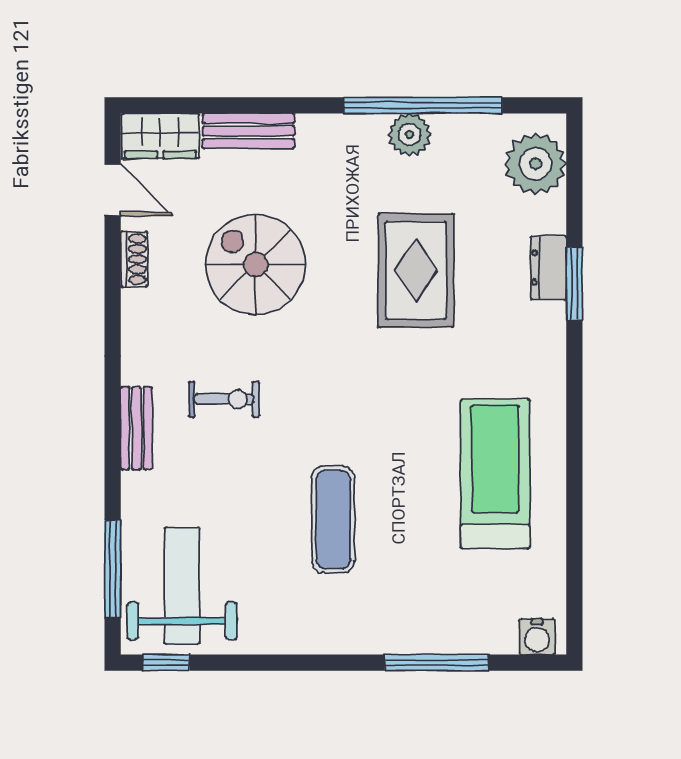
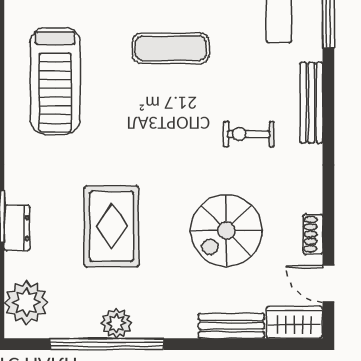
spiral stairs: (256, 264) -> (226, 230), turned 90
bench: (136, 428) -> (311, 103), width x1.36
exercise mat: (333, 520) -> (171, 48), turned 90

